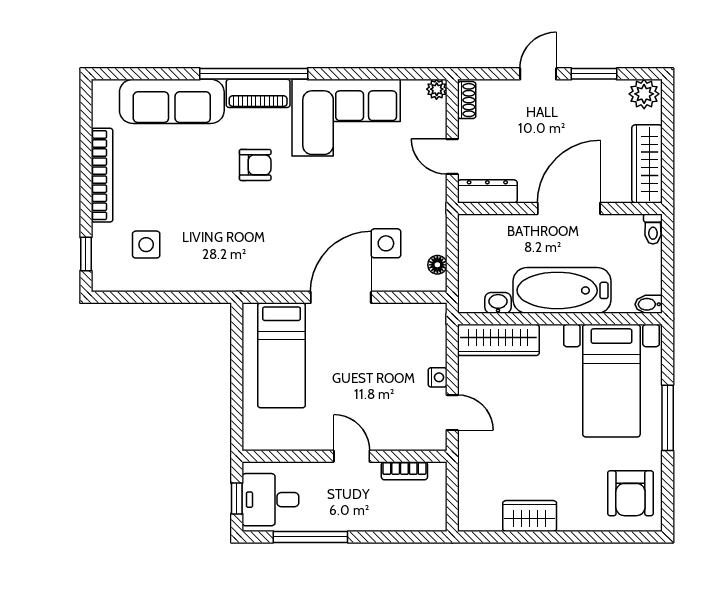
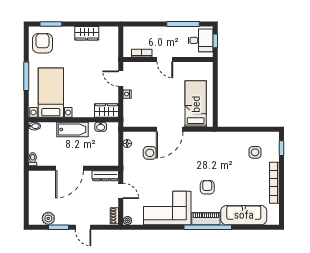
door: (538, 74) -> (83, 227), hinge flipped
plant: (644, 94) -> (48, 218), moved
wardrobe: (647, 164) -> (35, 188), removed
armchair: (255, 165) -> (207, 187), turned 90
bathtub: (562, 290) -> (73, 130), width x0.73, depth x0.73
wardrobe: (498, 340) -> (106, 110), width x0.67
window: (611, 537) -> (51, 24), added

